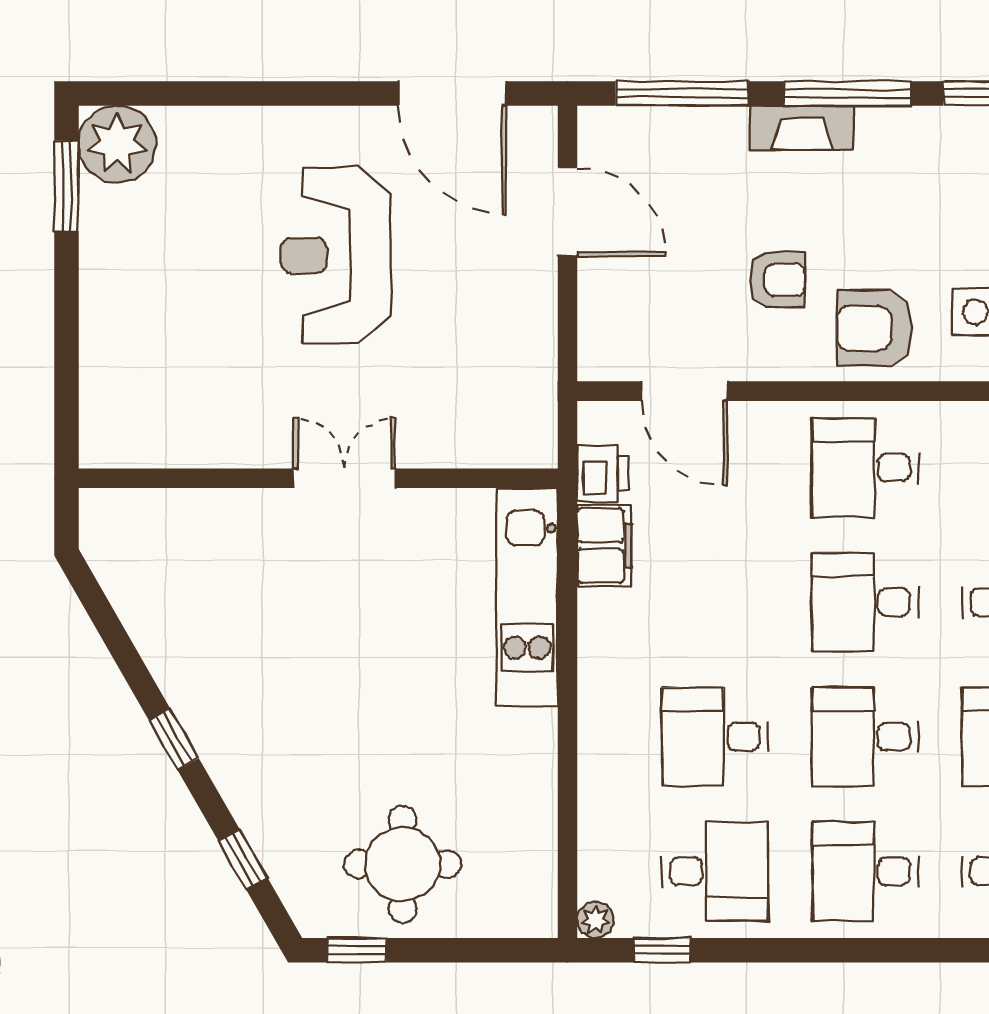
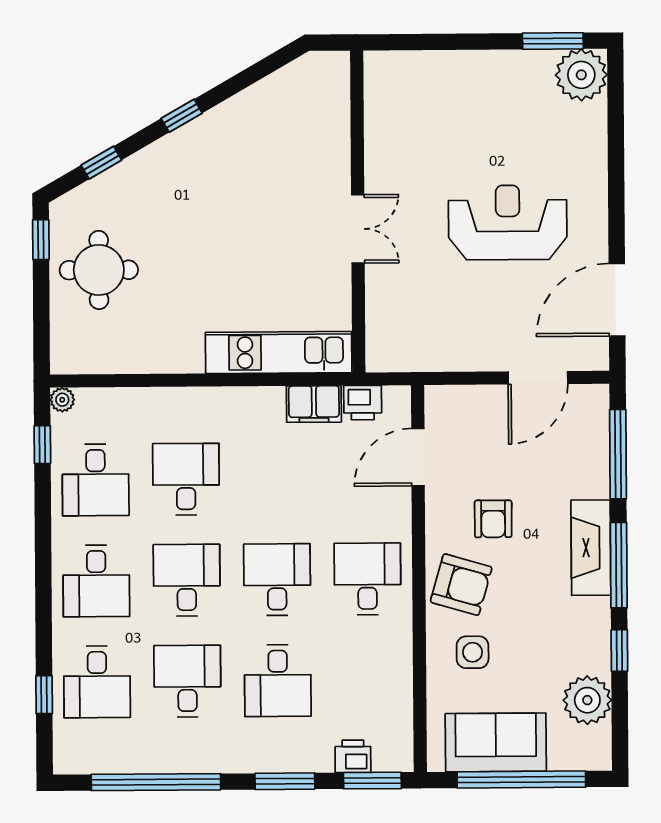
fireplace: (802, 128) -> (591, 548), width x1.37, depth x1.32
armchair: (875, 328) -> (461, 585), turned 106
desk: (865, 871) -> (96, 581), turned 180

